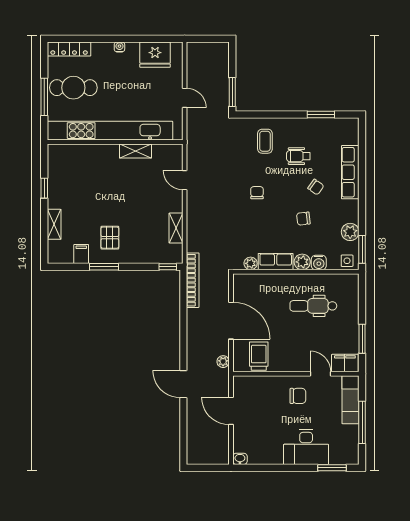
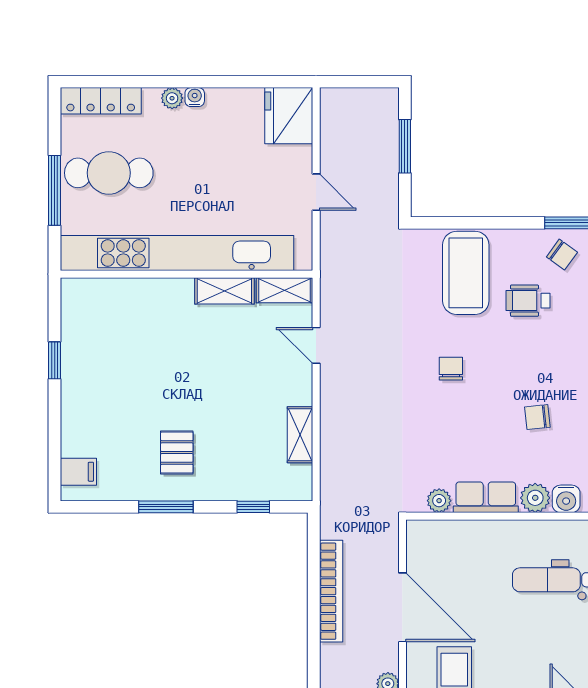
plant: (107, 48) -> (172, 98), added
fridge: (155, 55) -> (289, 116), moved, turned 90
window: (232, 92) -> (405, 146), moved
coffee table: (265, 141) -> (466, 273), width x1.86, depth x1.72
chair: (316, 187) -> (562, 255), moved
shelving: (54, 224) -> (284, 290), moved, turned 90
filing cabinet: (81, 254) -> (78, 472), moved, turned 90
window: (168, 267) -> (253, 507), moved
bookcase: (193, 280) -> (331, 591), moved

